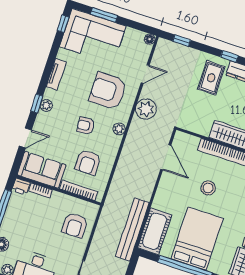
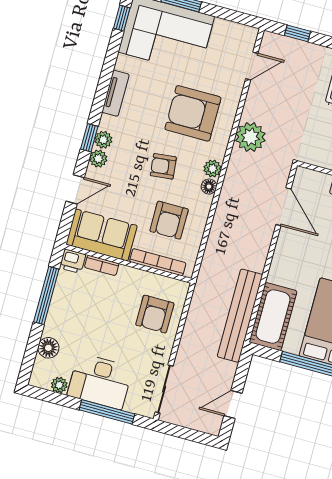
floor lamp: (150, 39) -> (209, 187), moved
door: (145, 74) -> (252, 66), moved
plant: (42, 118) -> (98, 159), added

